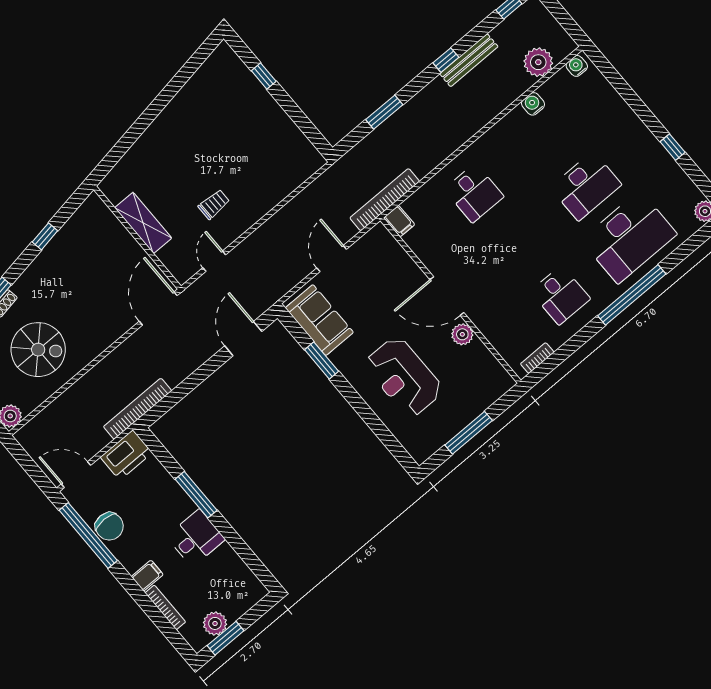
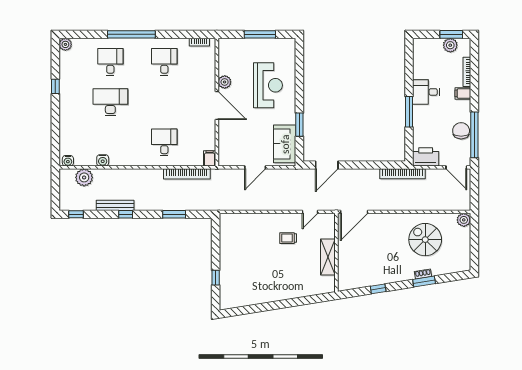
bookcase: (385, 200) -> (187, 174), moved
desk: (629, 237) -> (110, 62), width x0.53, depth x0.77

